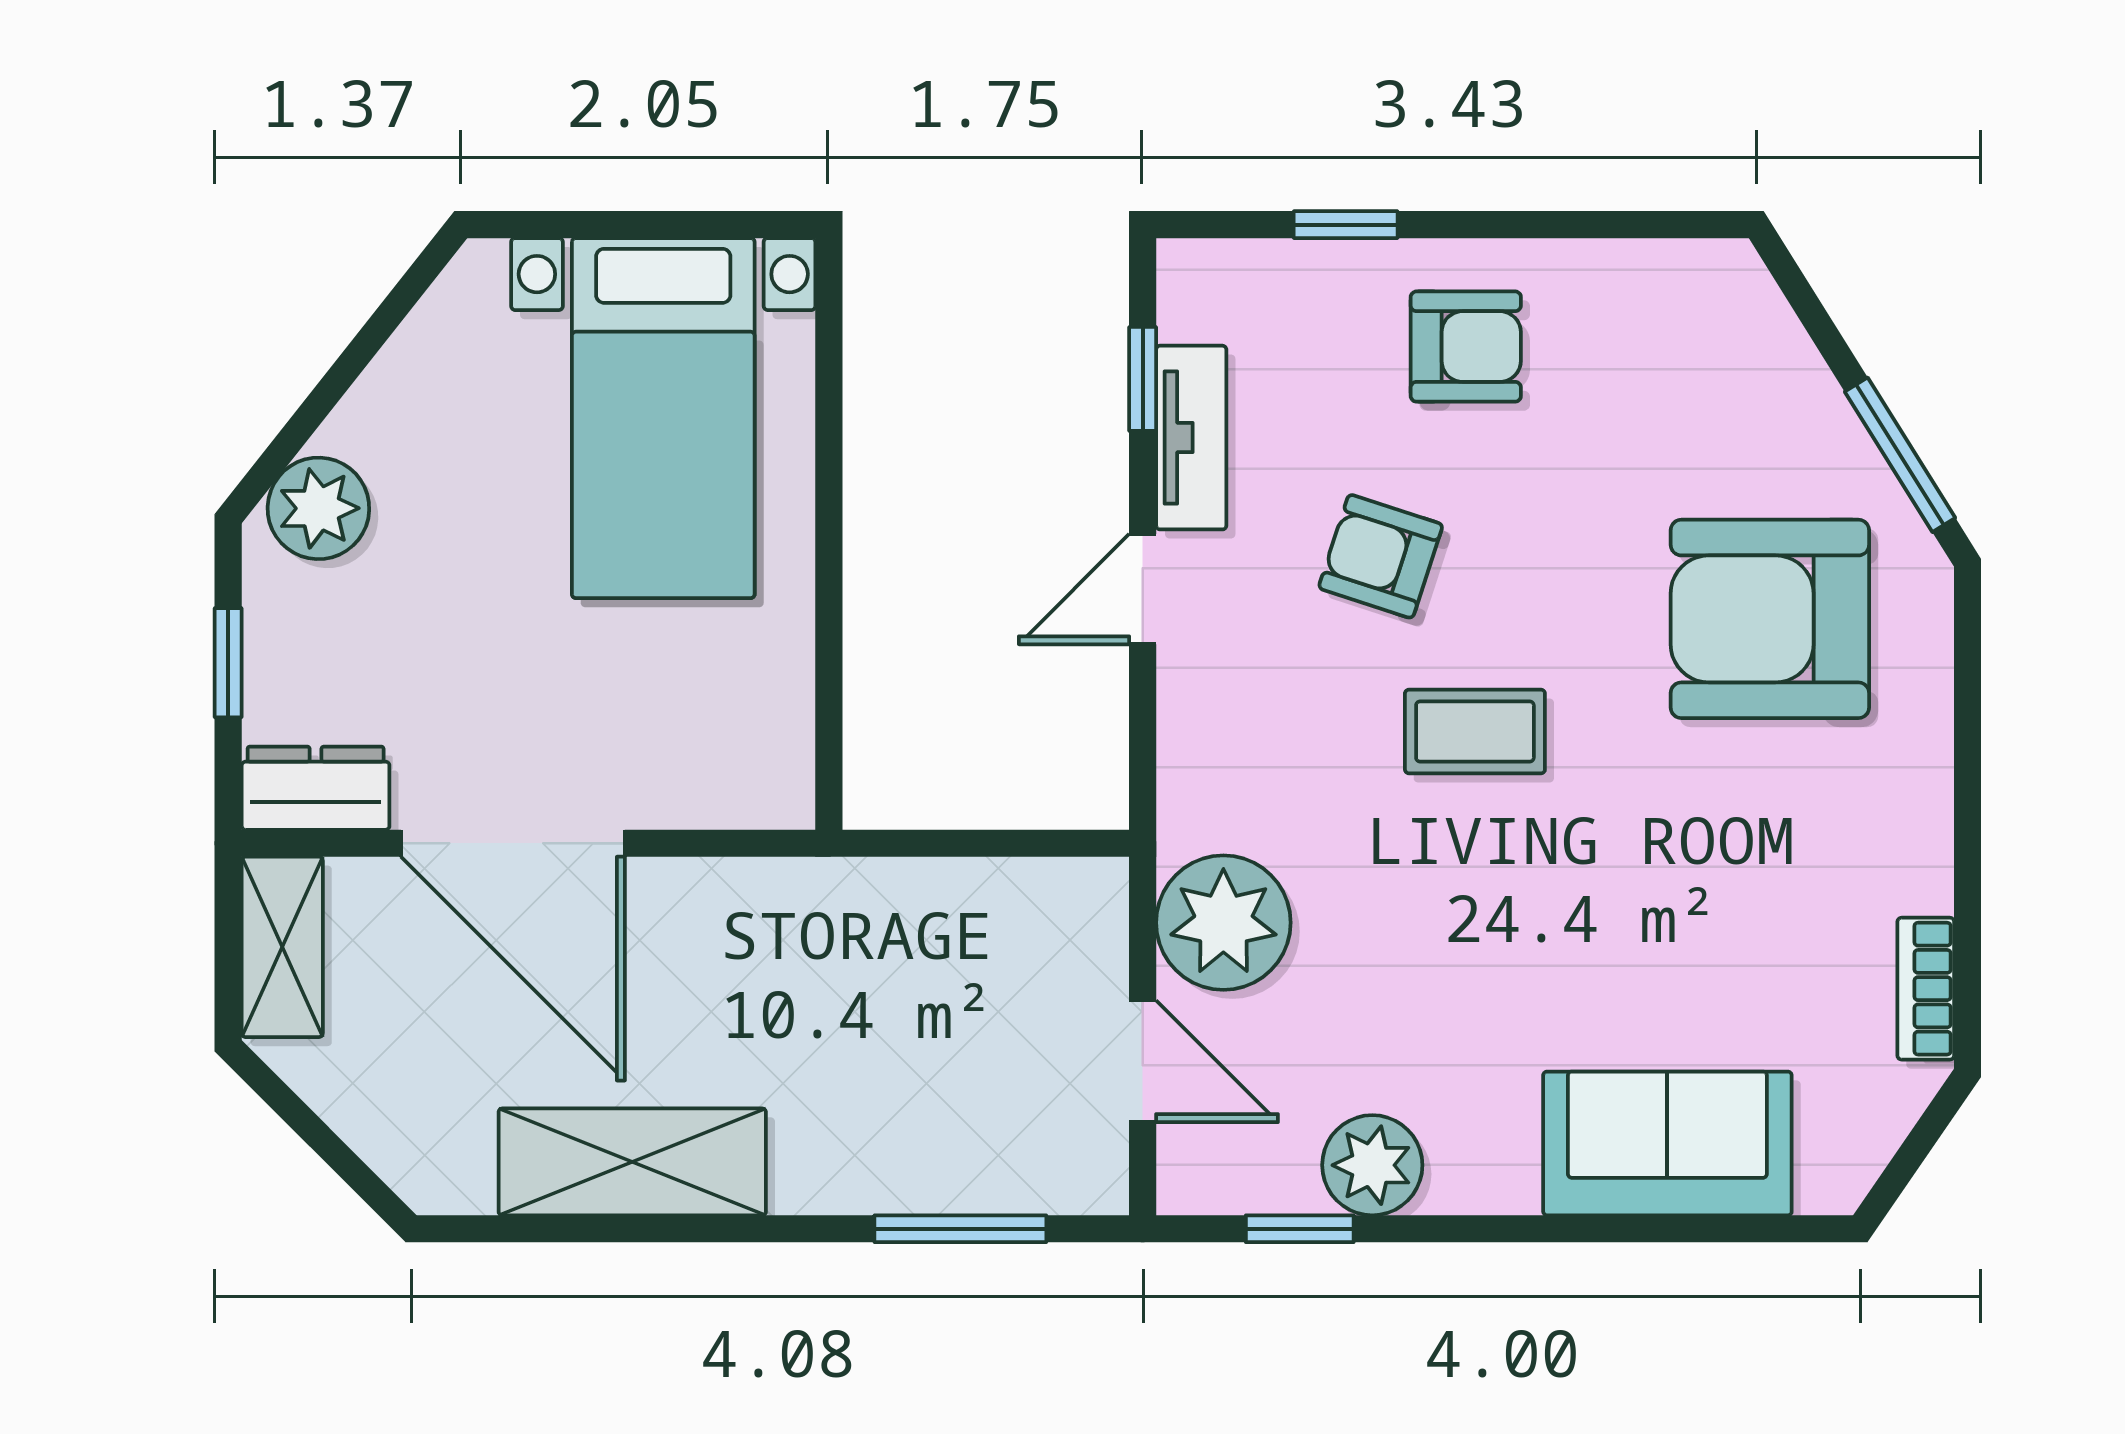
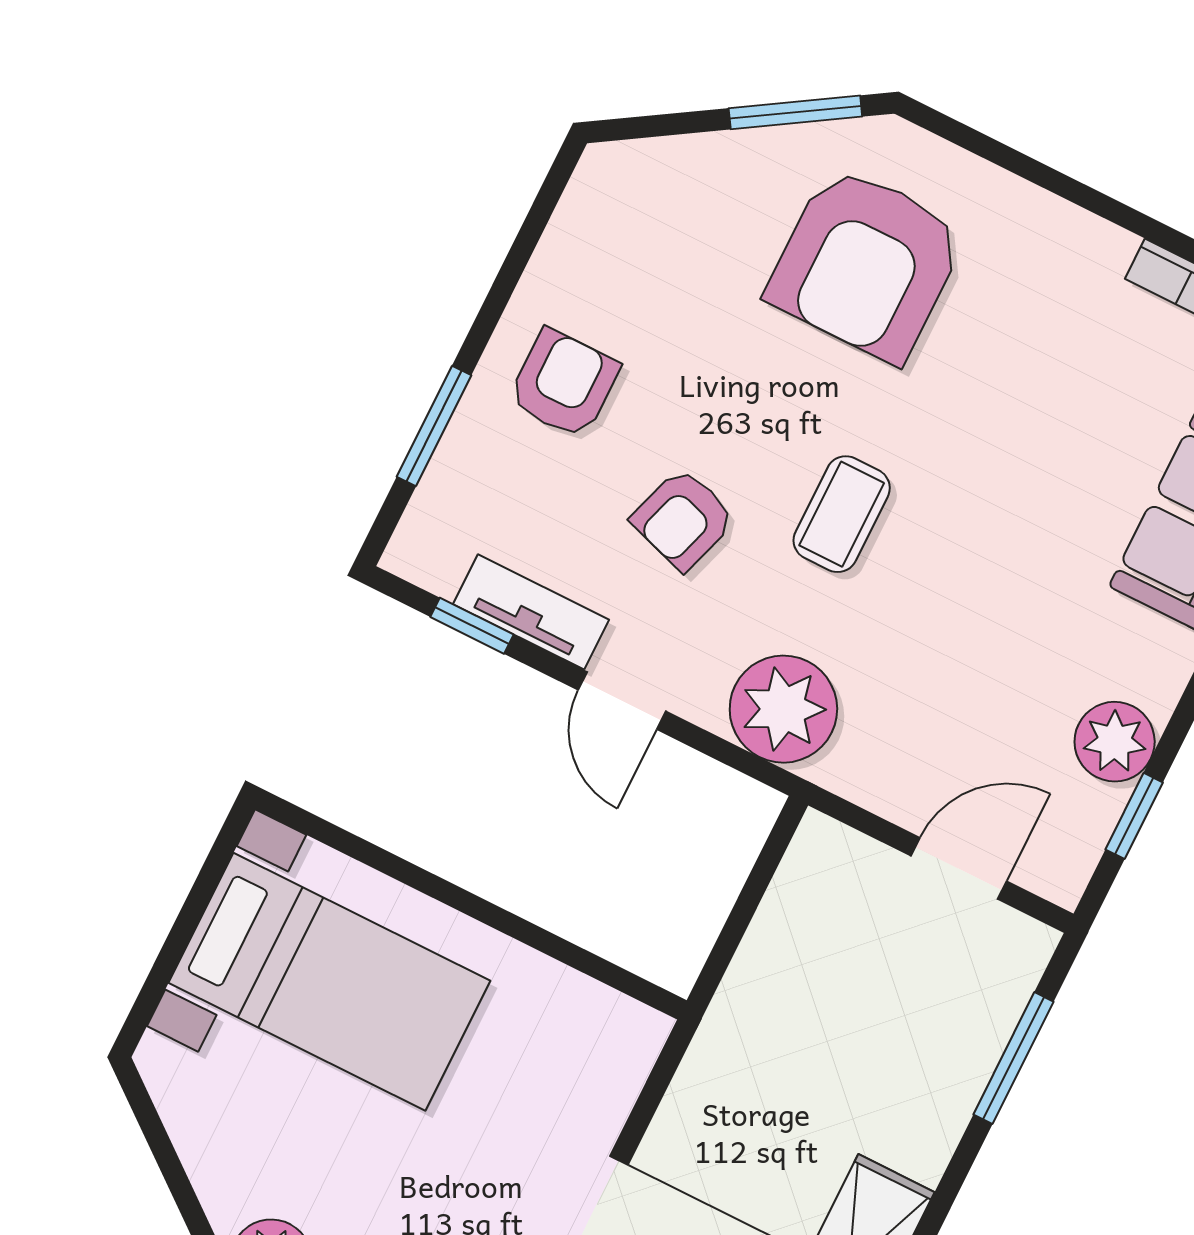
window: (1346, 225) -> (434, 426), width x1.50
plant: (1223, 923) -> (783, 709), moved

